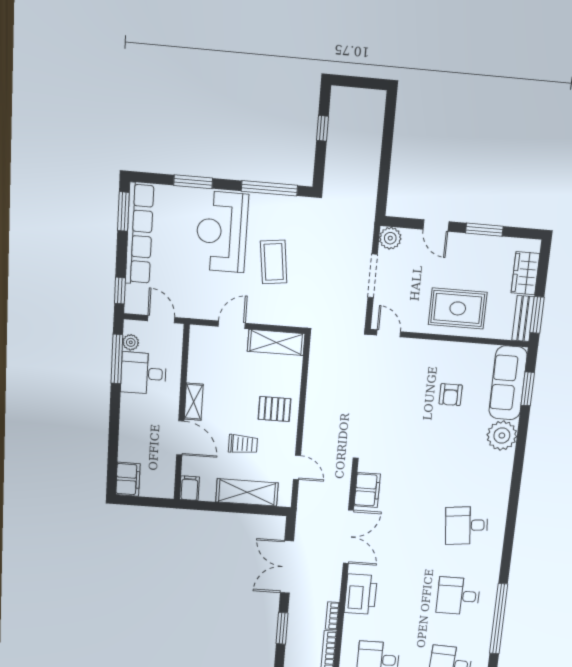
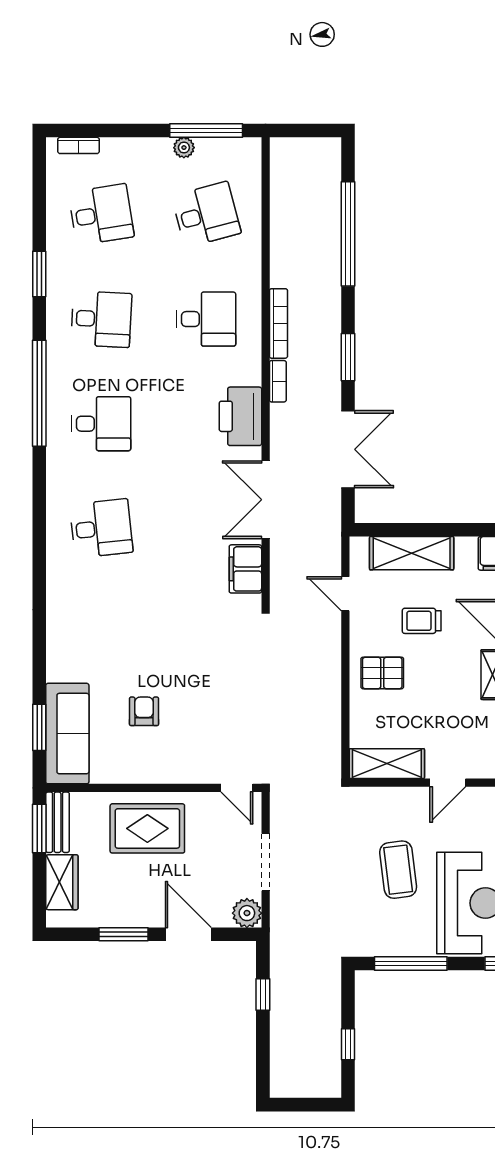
window: (384, 174) -> (263, 994), added
door: (436, 226) -> (188, 934), width x1.38
plant: (502, 436) -> (67, 660), removed

